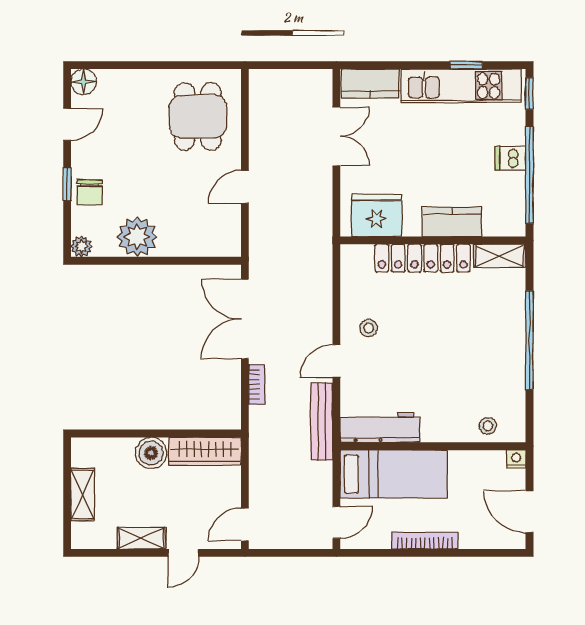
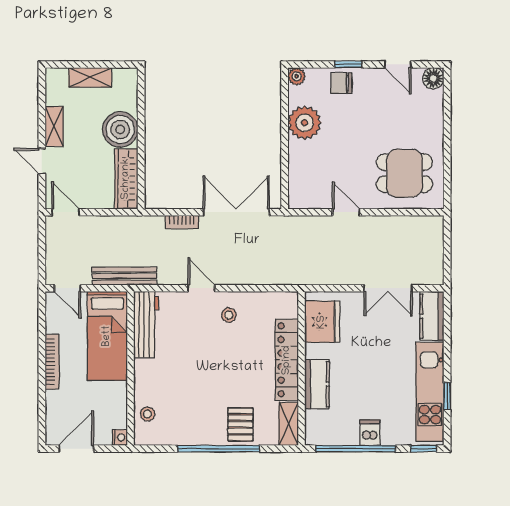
pallet: (500, 314) -> (240, 424), added
bench: (322, 421) -> (125, 276), moved
boiler: (151, 453) -> (120, 129), width x1.37, depth x1.37

